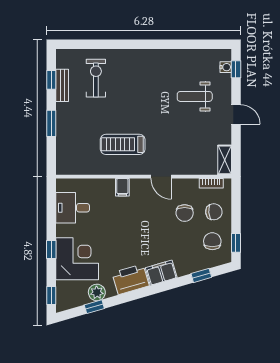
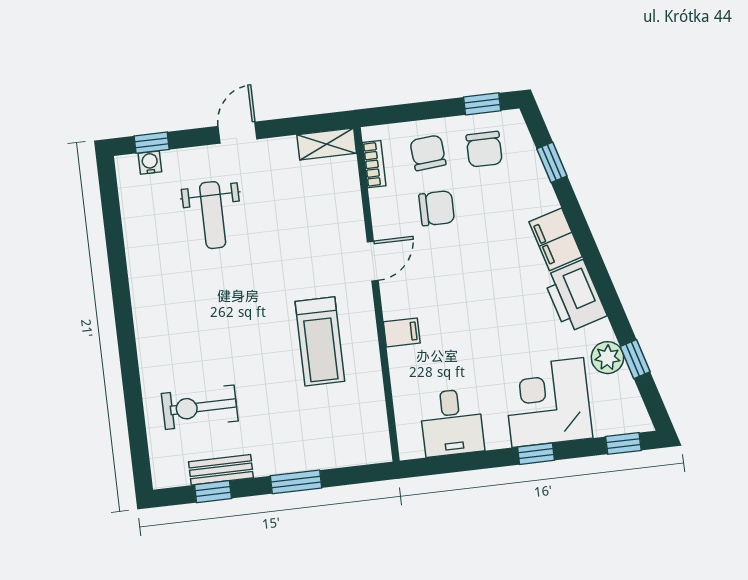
chair: (212, 241) -> (484, 149), turned -90

